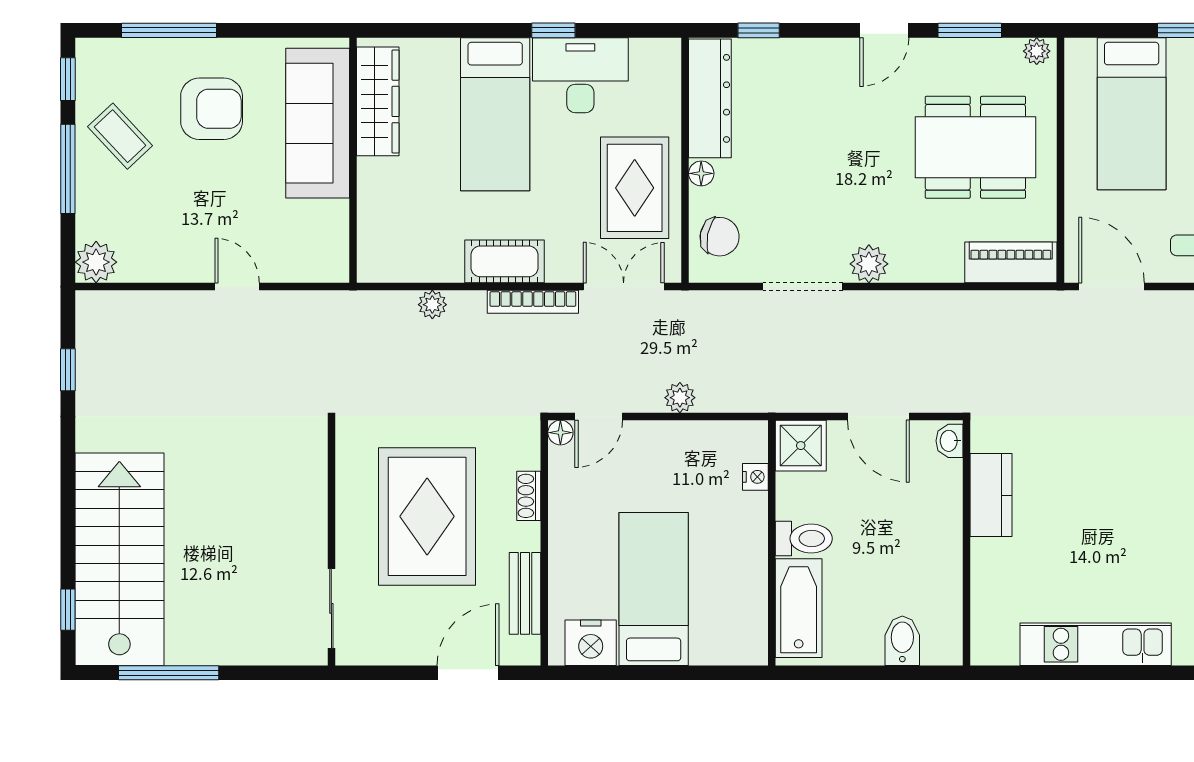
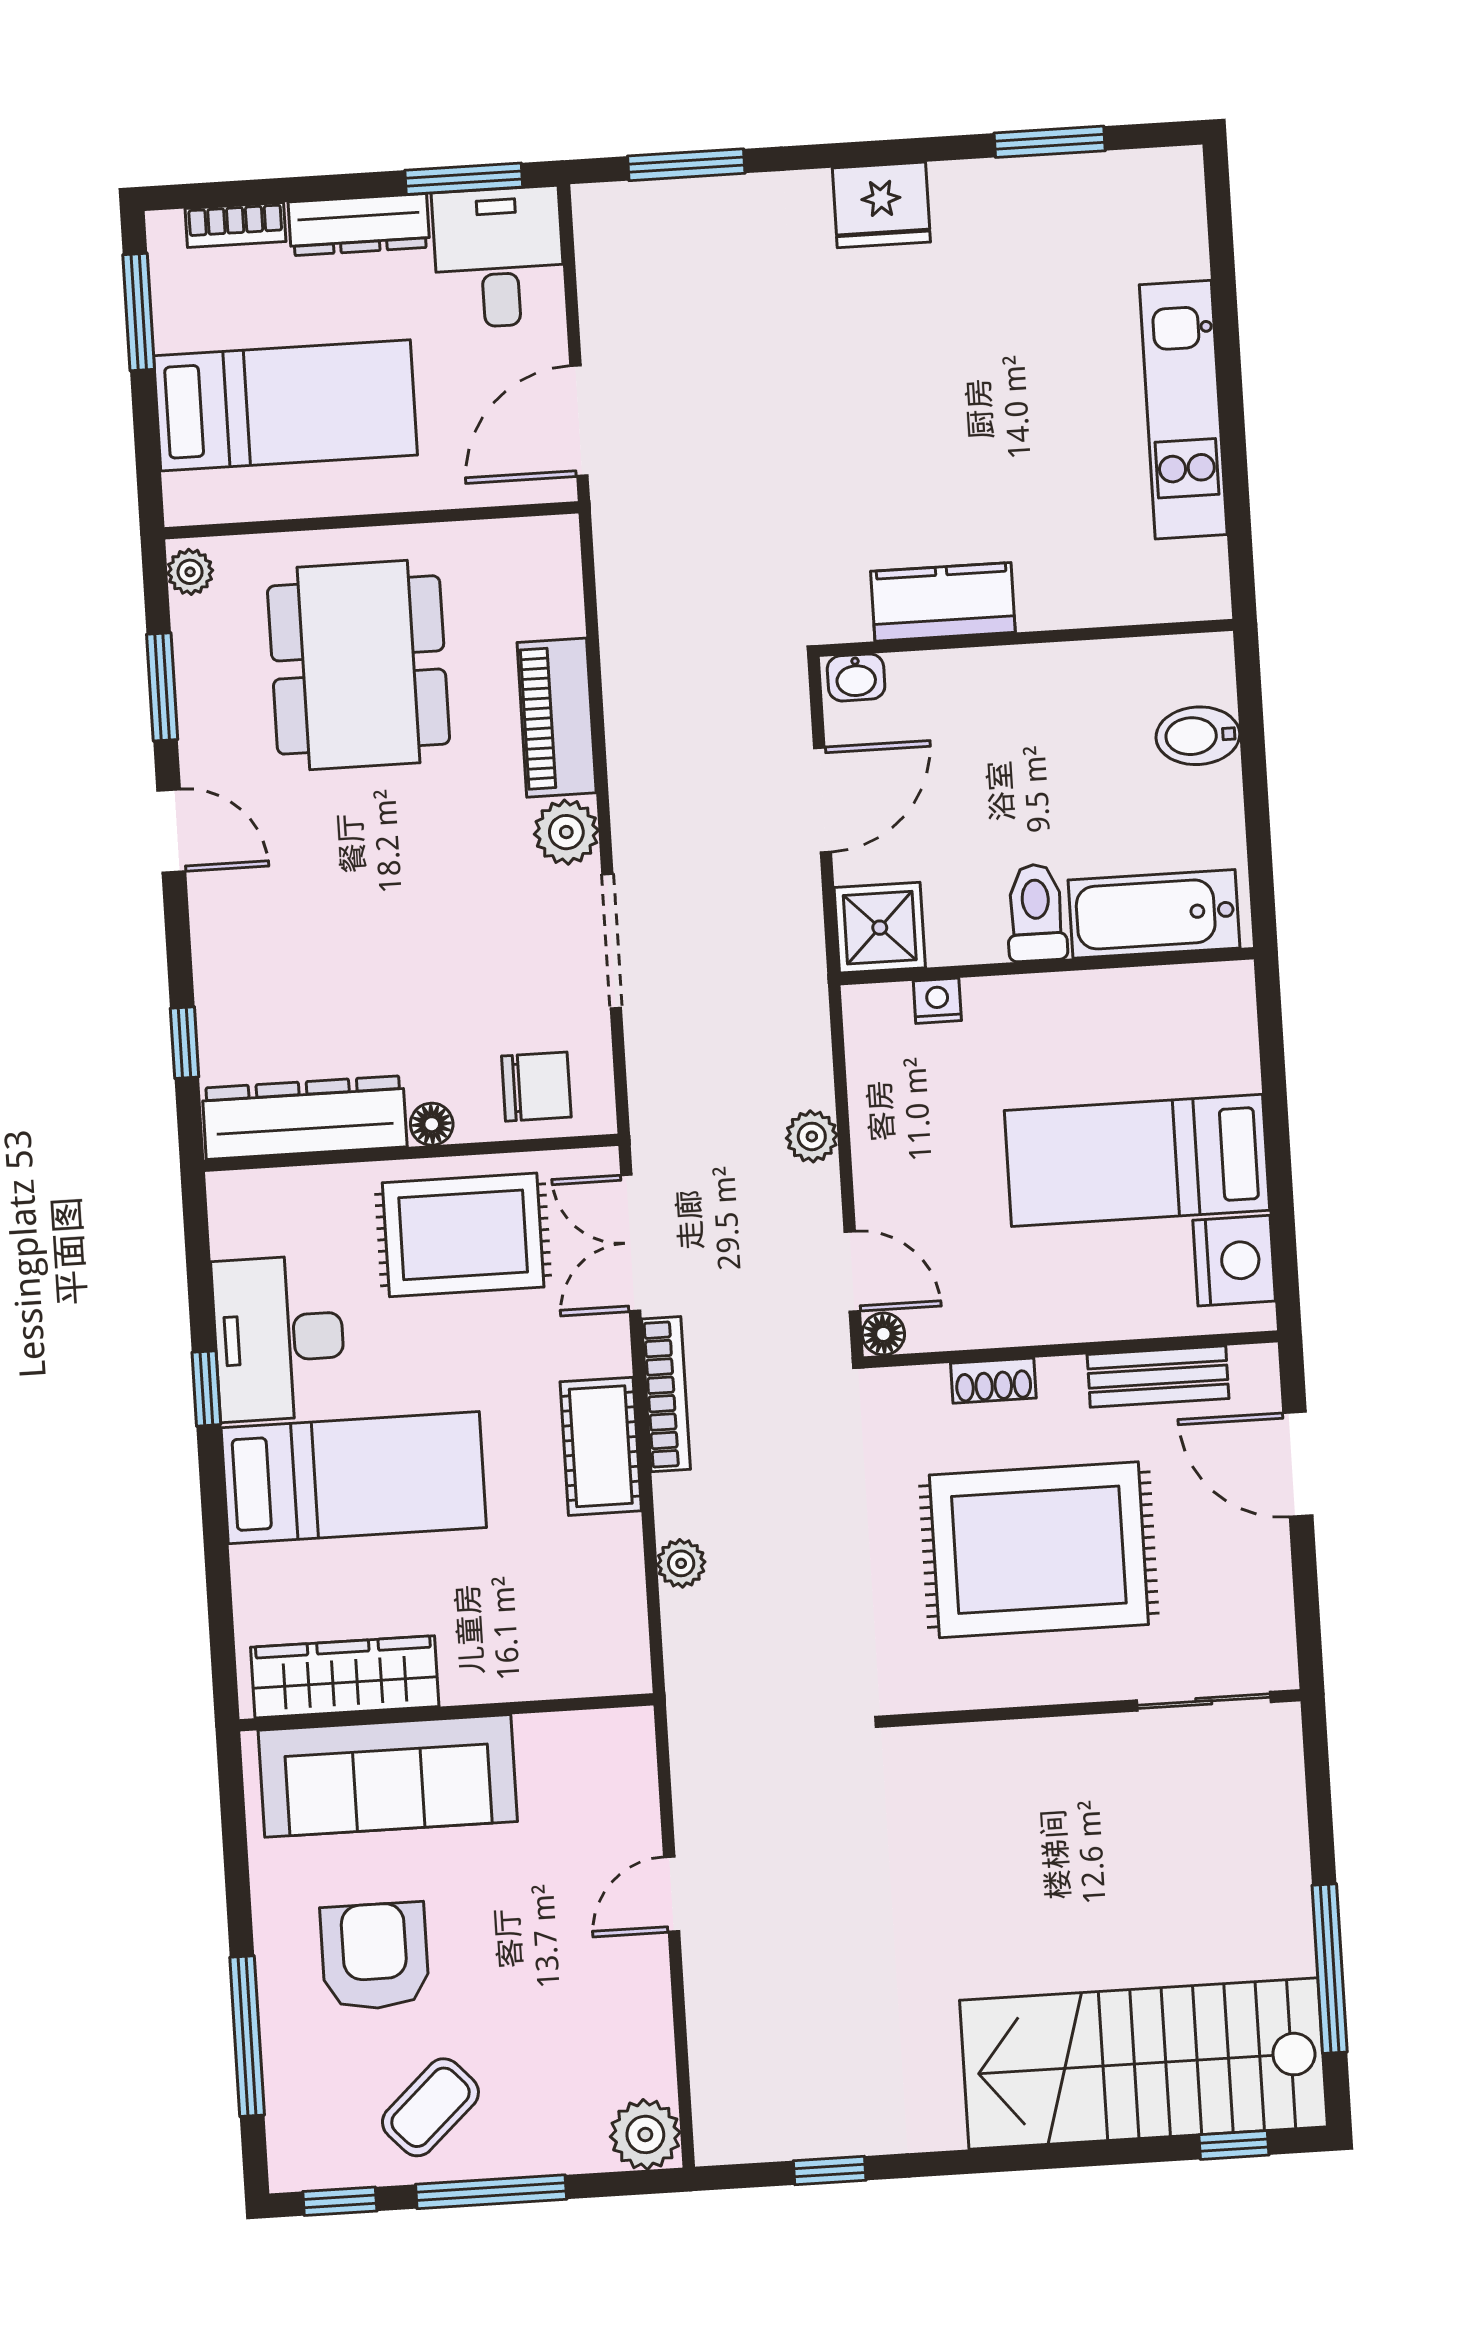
chair: (720, 237) -> (536, 1087), turned 79
piano: (1011, 262) -> (557, 718), moved

